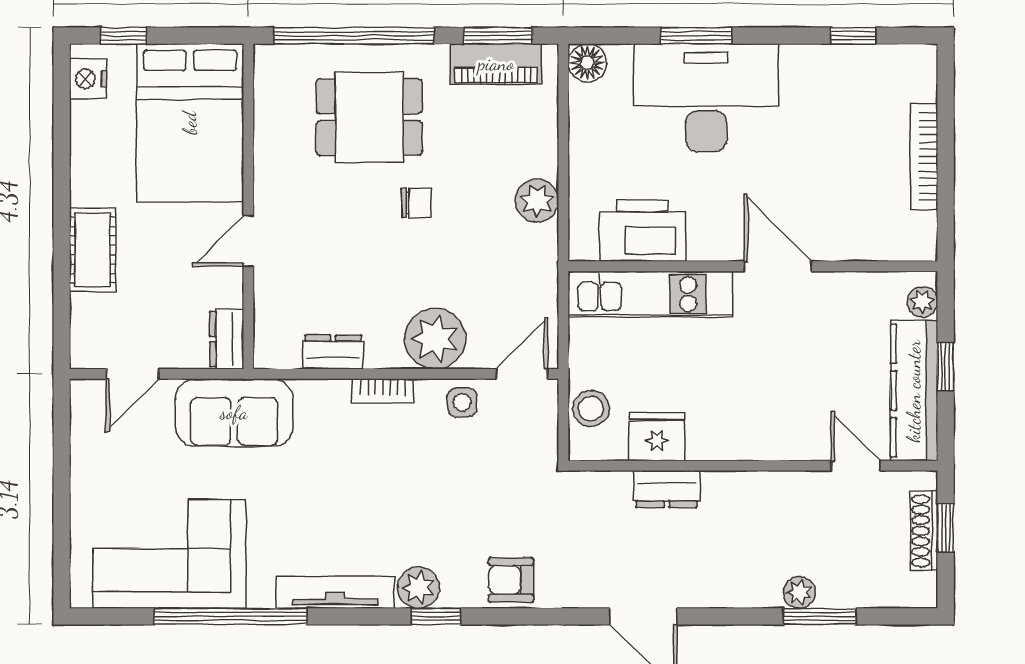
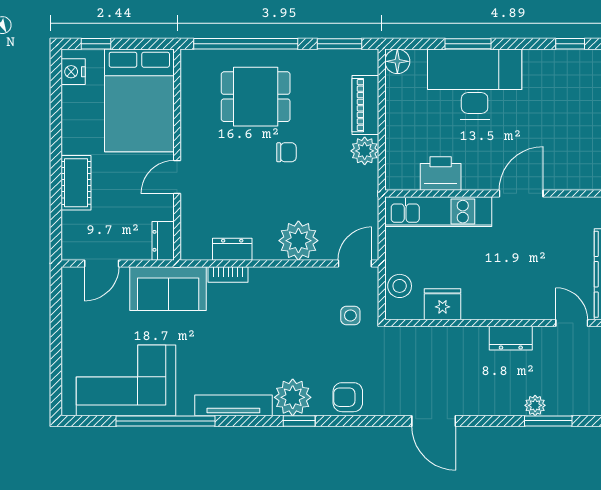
piano: (496, 64) -> (365, 105), moved, turned 90
printer: (642, 231) -> (441, 174), width x0.73, depth x0.84
door: (778, 266) -> (521, 193), hinge flipped
bookcase: (383, 391) -> (228, 274), moved
side table: (462, 402) -> (350, 316), moved
dresser: (667, 489) -> (511, 338), moved
plant: (419, 588) -> (293, 397), width x1.36, depth x1.36

